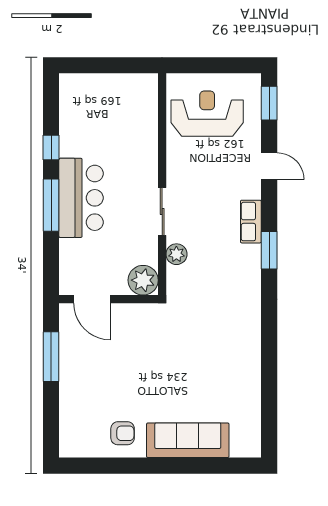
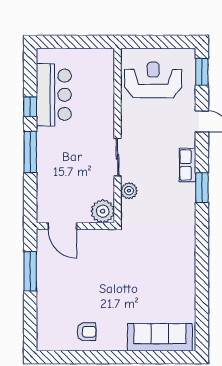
bar counter: (81, 198) -> (54, 95), moved
sofa: (188, 440) -> (160, 337), moved

